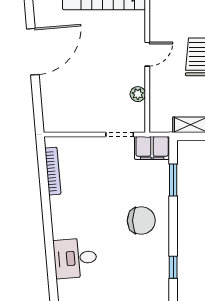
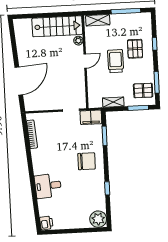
door: (33, 52) -> (19, 81), moved
plant: (138, 94) -> (78, 41), moved

